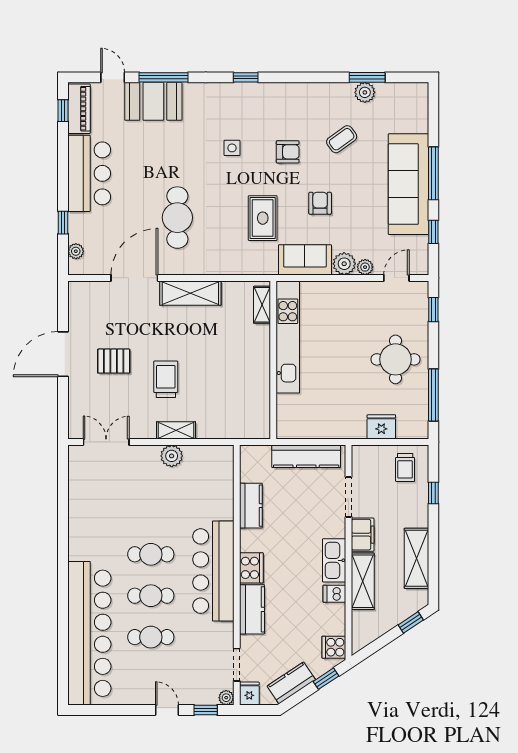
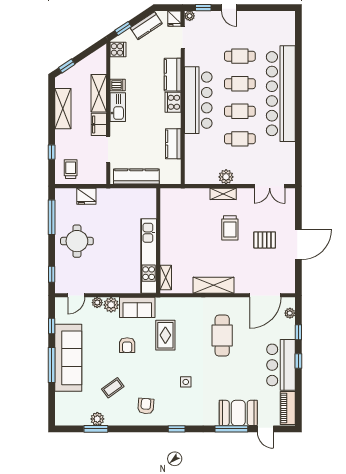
window: (63, 111) -> (298, 361), moved
armchair: (288, 152) -> (146, 406), moved, turned 95
door: (134, 278) -> (265, 295), moved
cafe table: (151, 513) -> (240, 139), added
bar counter: (89, 633) -> (281, 94), moved

